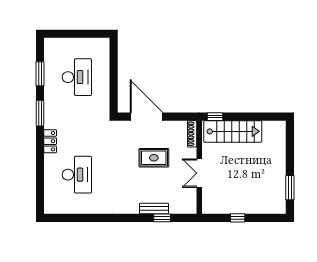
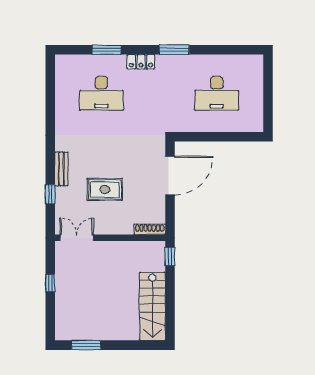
window: (40, 74) -> (107, 50), moved
stairs: (233, 131) -> (152, 306), moved
rug: (154, 158) -> (105, 189), moved, turned 90
double door: (199, 173) -> (77, 238), moved
bench: (154, 208) -> (61, 169), moved

